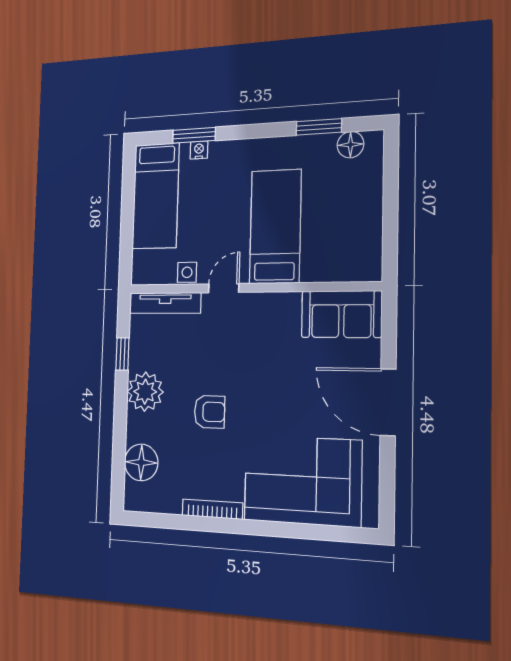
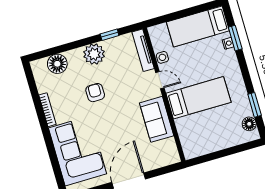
sofa: (341, 314) -> (157, 119), moved
armchair: (209, 412) -> (95, 93), turned 180

